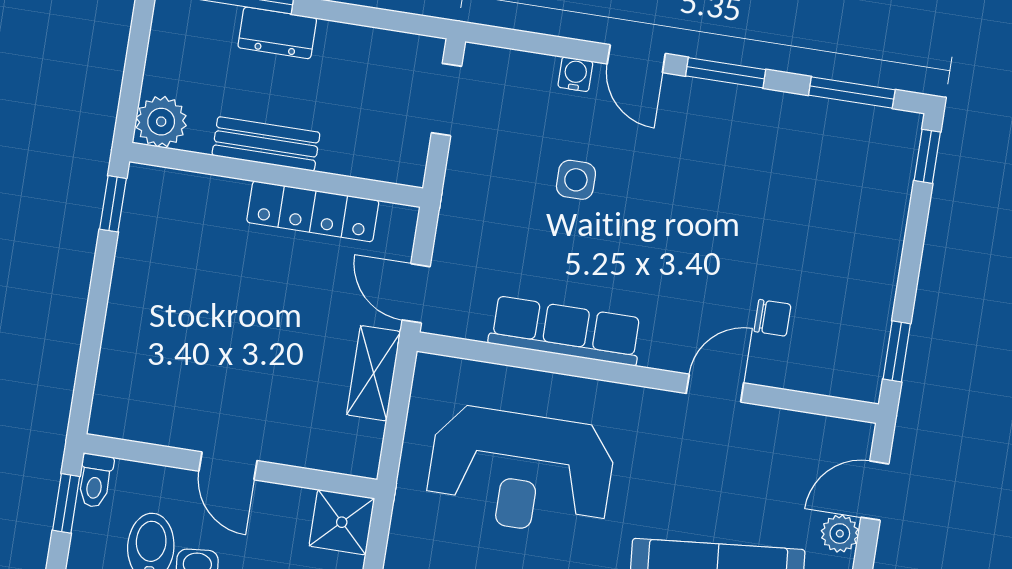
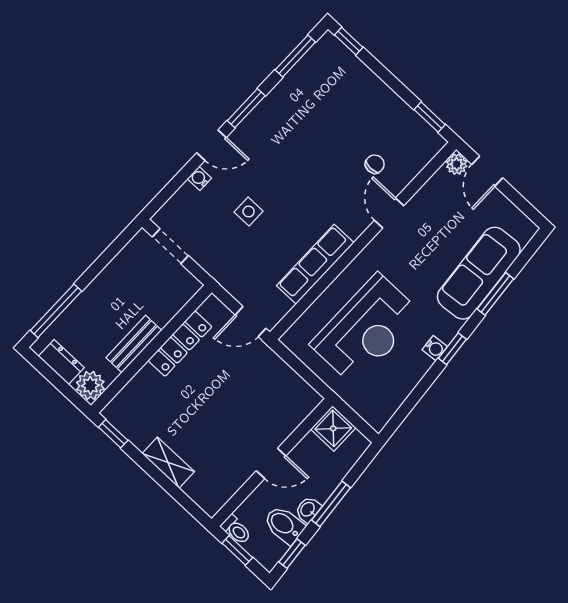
dresser: (277, 33) -> (61, 362), moved, turned -90
shelving: (374, 373) -> (168, 463), moved
plant: (840, 534) -> (457, 164), moved

